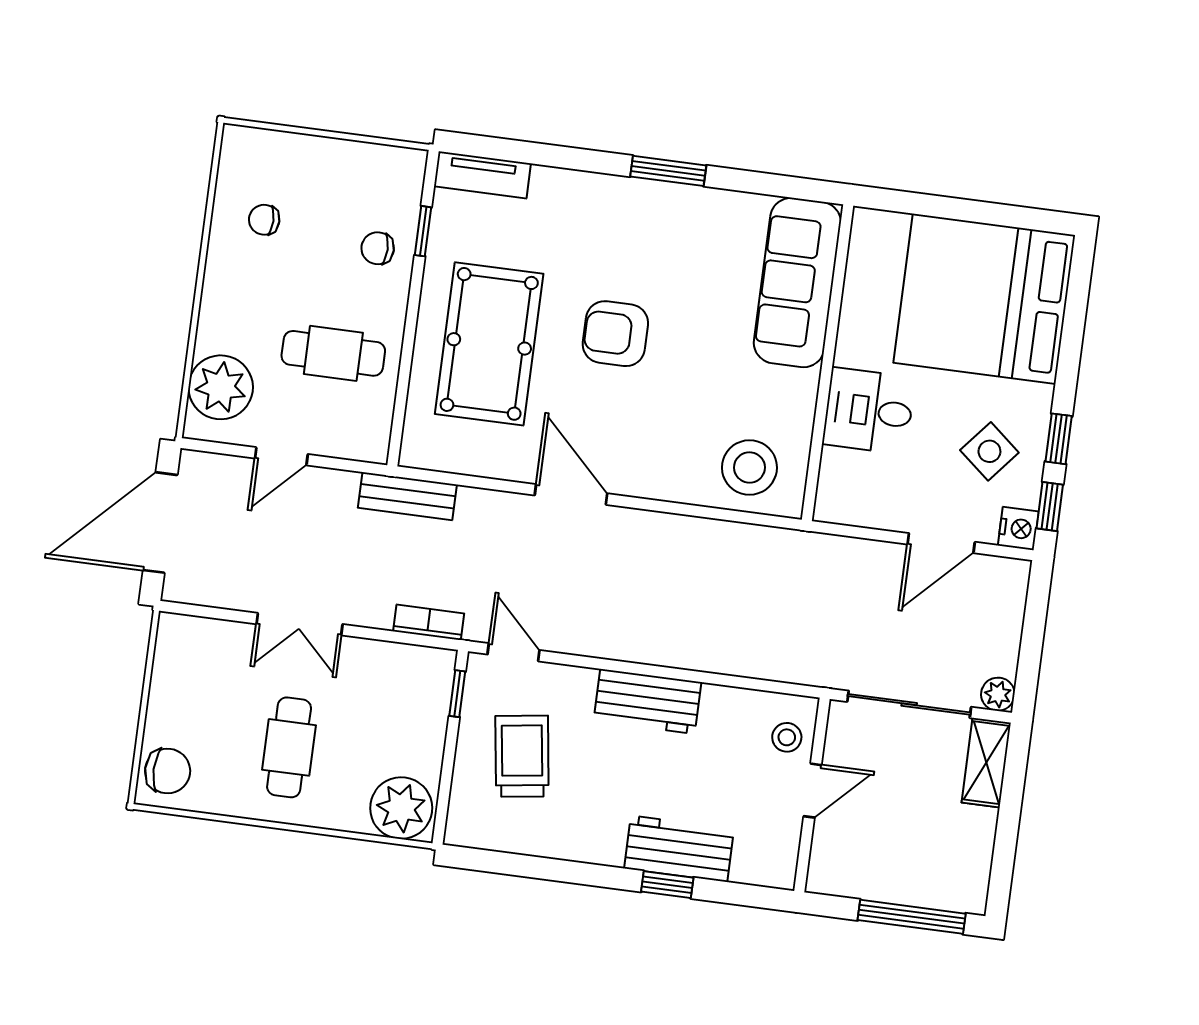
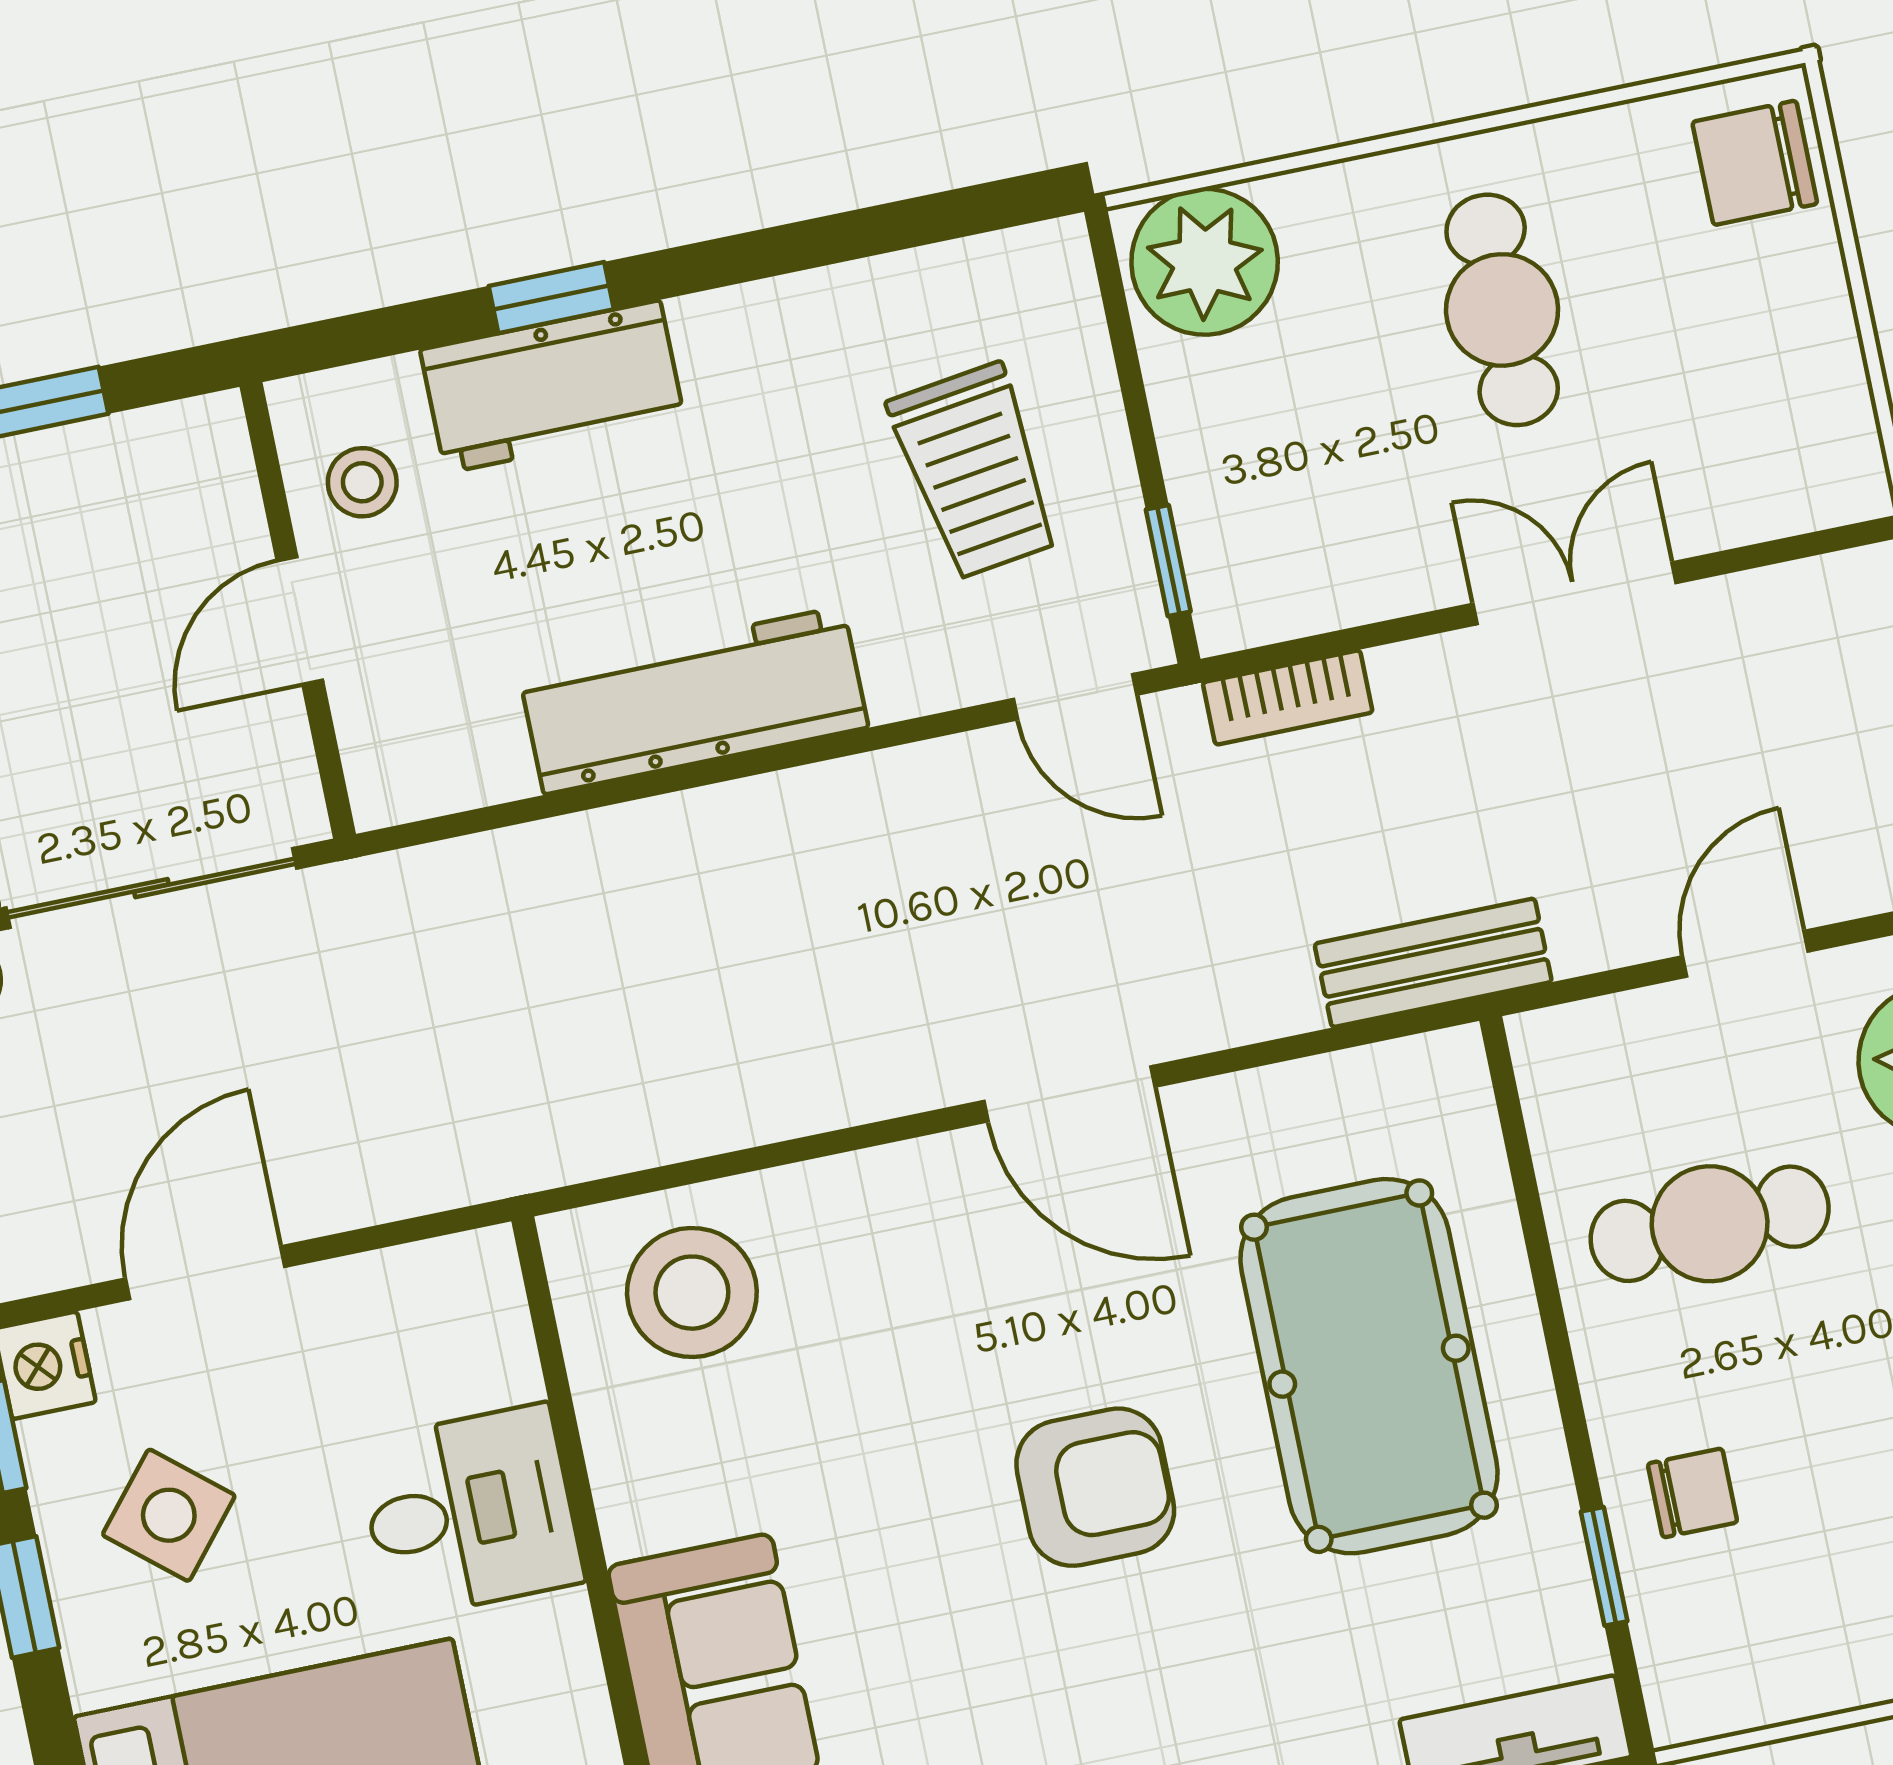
workbench: (647, 701) -> (694, 700), width x1.38
stool: (787, 737) -> (362, 482), moved

